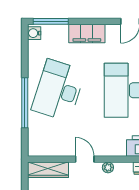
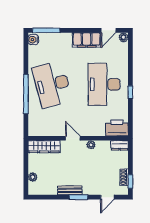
filing cabinet: (87, 33) -> (87, 40), moved
desk: (58, 90) -> (52, 84), turned -33

